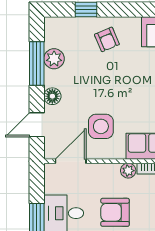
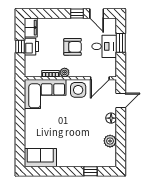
armchair: (107, 39) -> (78, 153), removed
window: (37, 63) -> (121, 138), removed
side table: (101, 126) -> (78, 90), moved

